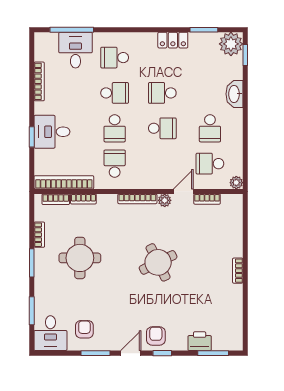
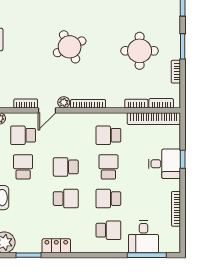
school desk: (115, 164) -> (108, 135), turned 90
school desk: (210, 164) -> (23, 135), turned 180

